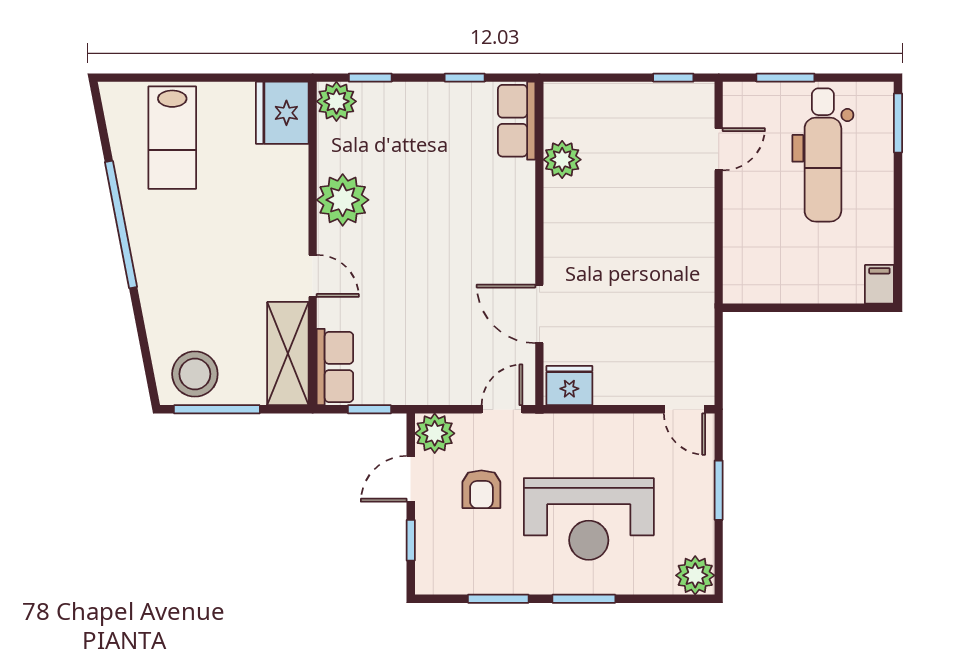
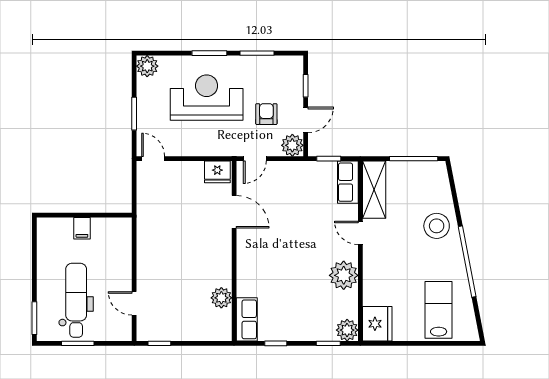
window: (785, 78) -> (78, 343), moved
door: (719, 149) -> (134, 303), hinge flipped
filing cabinet: (879, 284) -> (82, 228), moved
stool: (195, 374) -> (437, 226), moved

